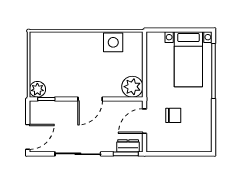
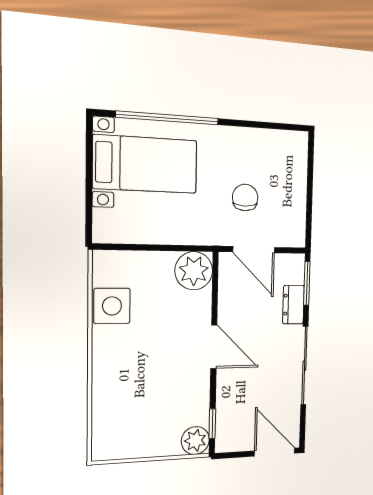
dresser: (128, 146) -> (293, 305), moved

